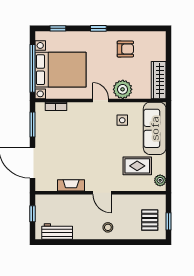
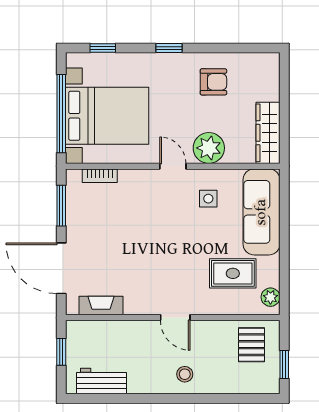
fireplace: (71, 185) -> (101, 306), moved
pallet: (150, 220) -> (251, 345), moved

